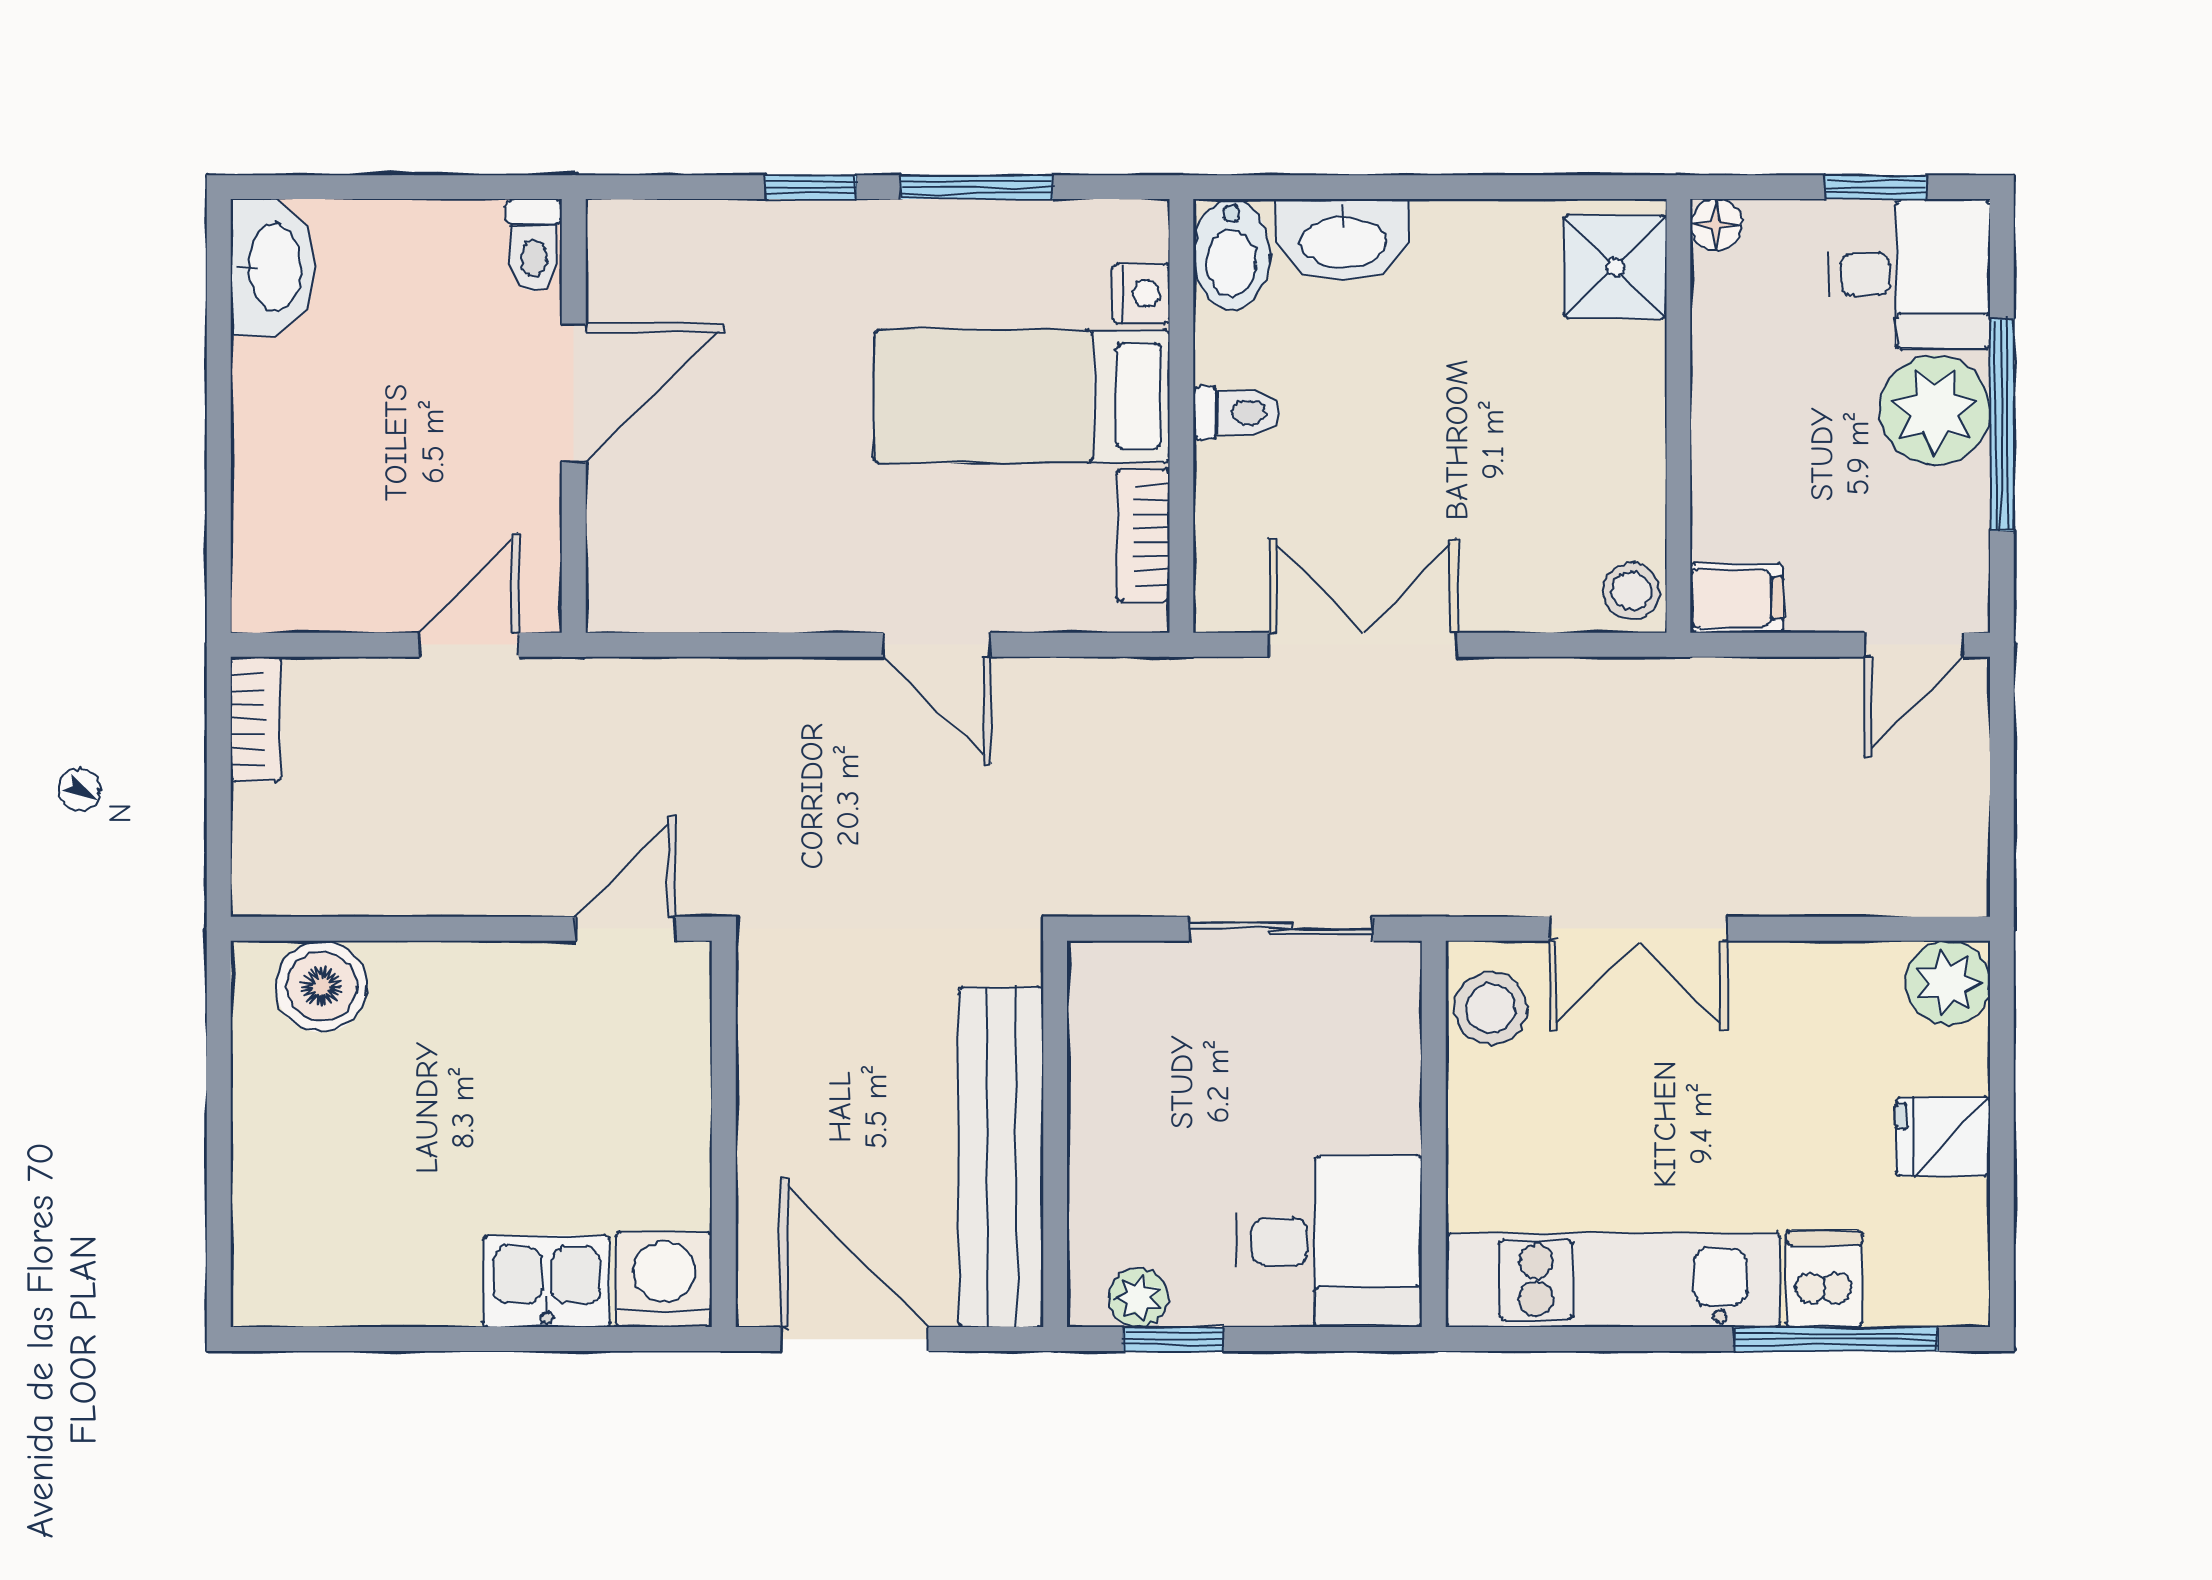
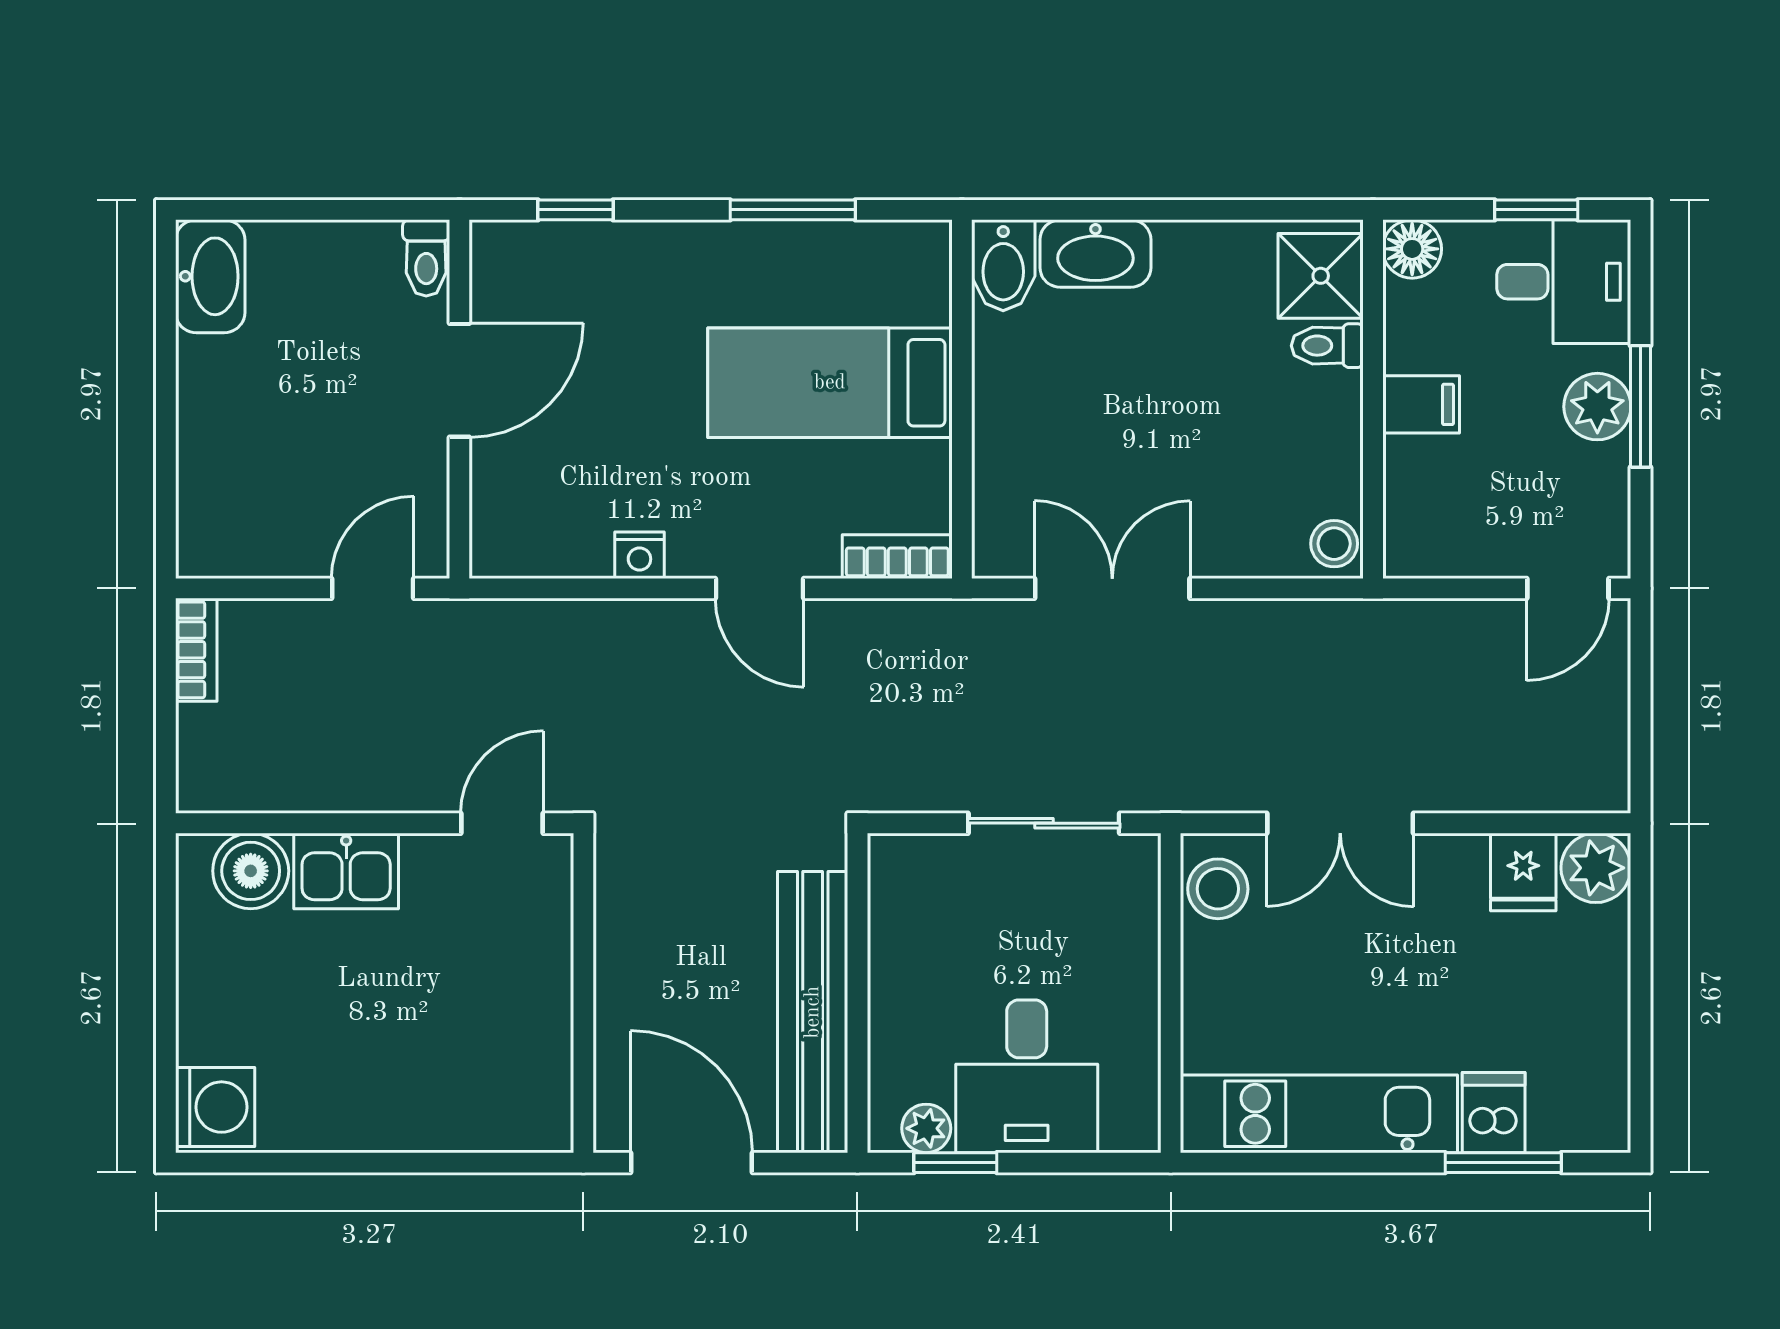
window: (811, 187) -> (576, 210), moved
floor lamp: (1716, 225) -> (1412, 249), width x1.37, depth x1.37
nightstand: (1141, 294) -> (639, 555), moved, turned 90
plant: (1935, 410) -> (1597, 407), width x0.73, depth x0.73
toilet: (1237, 413) -> (1327, 346), moved, turned 180
window: (2002, 425) -> (1641, 406), width x0.69
bookcase: (1143, 535) -> (897, 557), moved, turned 90
filing cabinet: (1737, 598) -> (1421, 404), moved
fridge: (1943, 1137) -> (1523, 872), moved, turned -90
desk: (1330, 1241) -> (1027, 1076), moved, turned 90
washing machine: (664, 1279) -> (215, 1107), moved, turned 90
kitchen sink: (547, 1281) -> (346, 871), moved, turned 180
window: (1836, 1339) -> (1503, 1163), width x0.69

